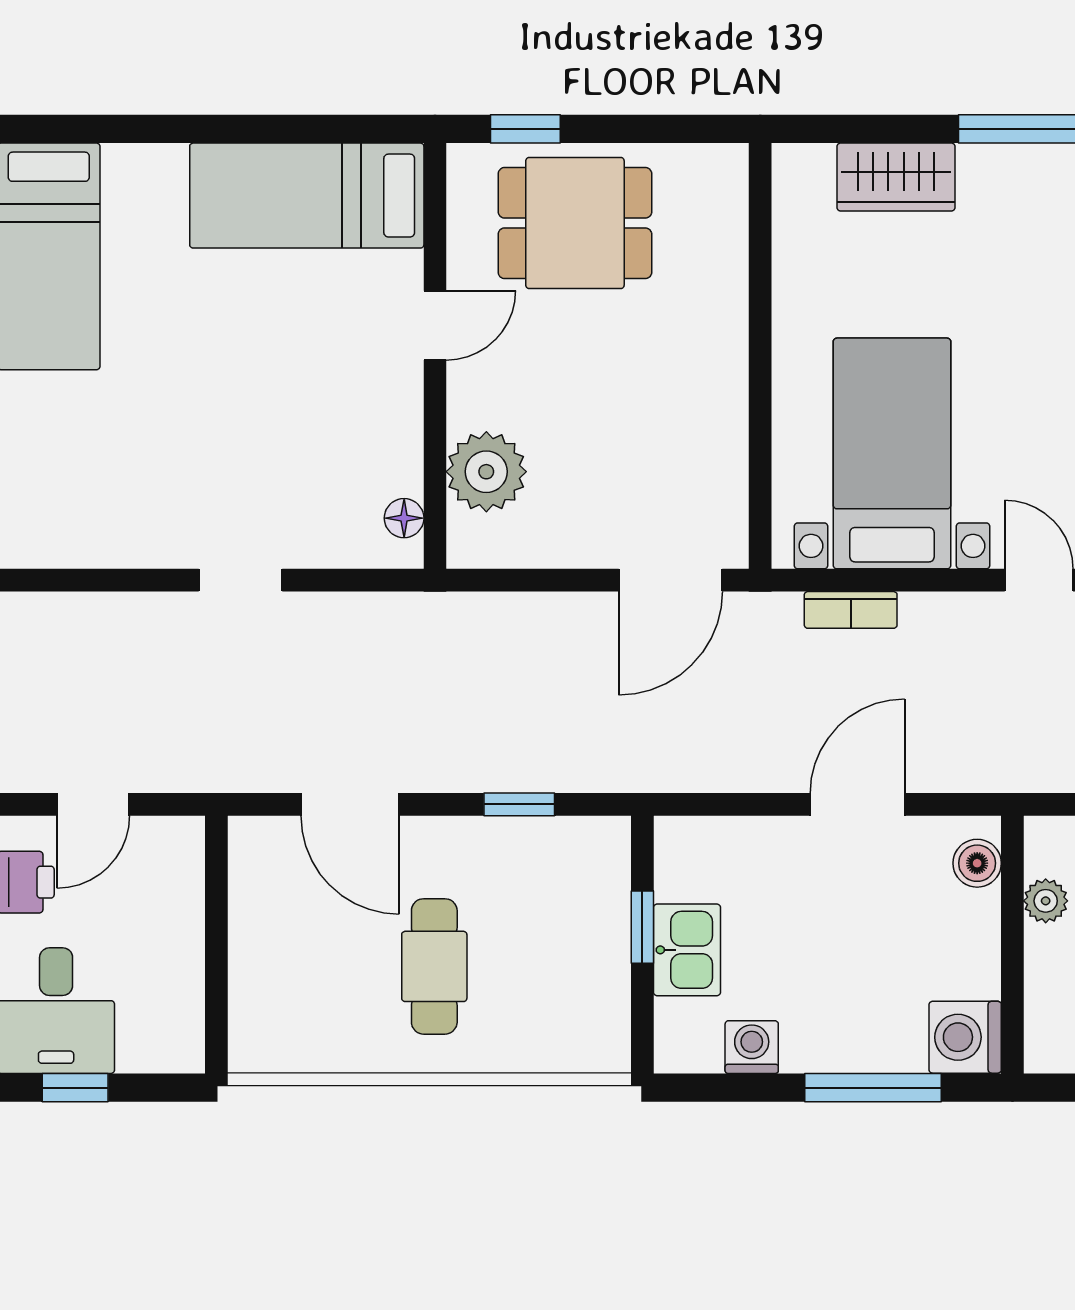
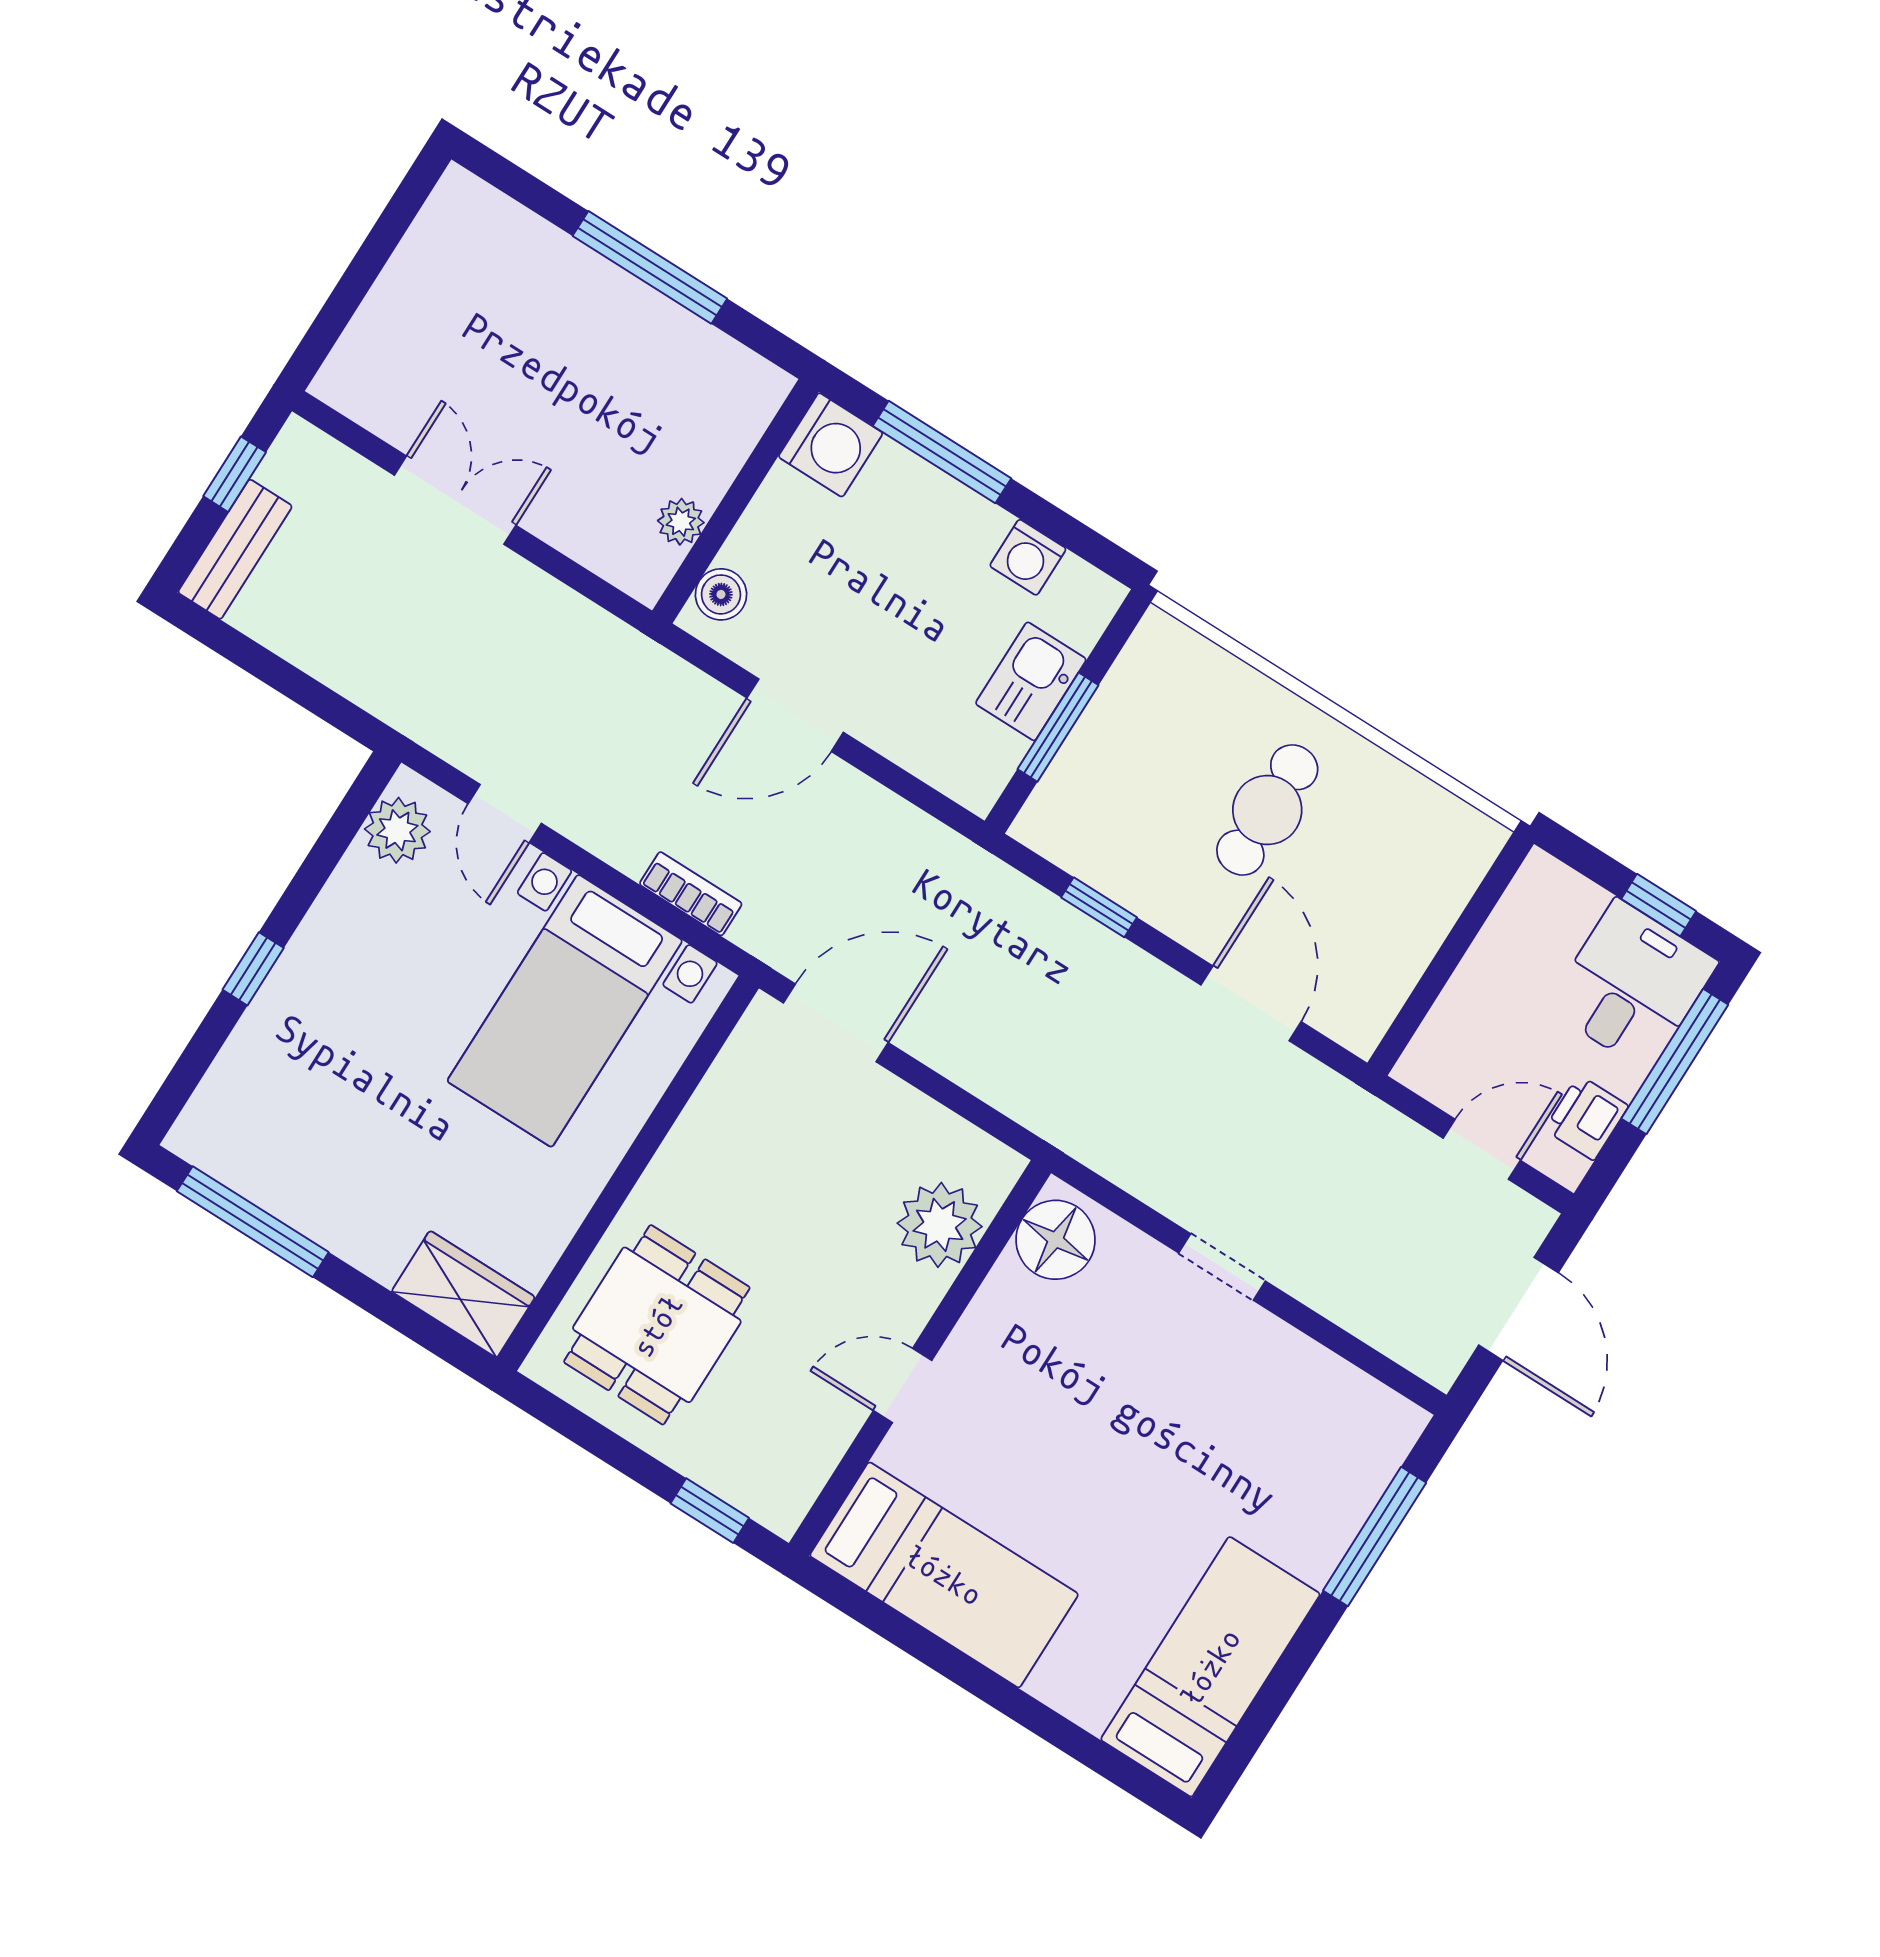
wardrobe: (896, 177) -> (463, 1294), moved
dining table: (575, 223) -> (657, 1325), moved, turned 90
floor lamp: (404, 518) -> (1056, 1240), width x1.89, depth x1.89
window: (642, 927) -> (1058, 727), width x1.50

